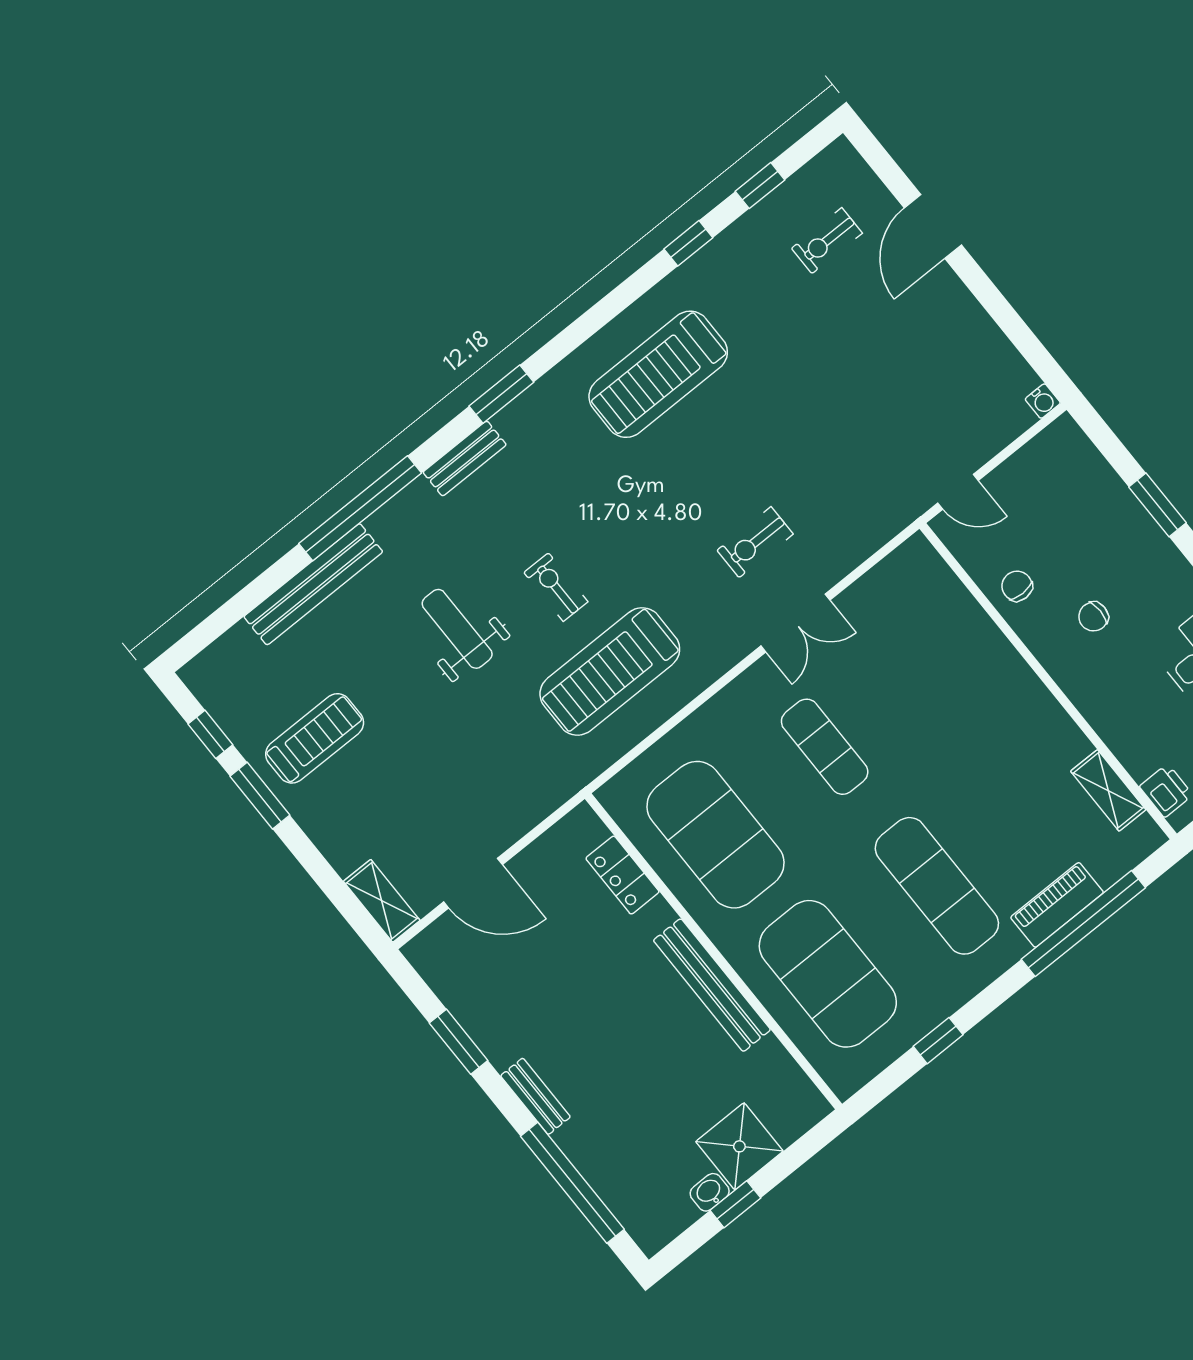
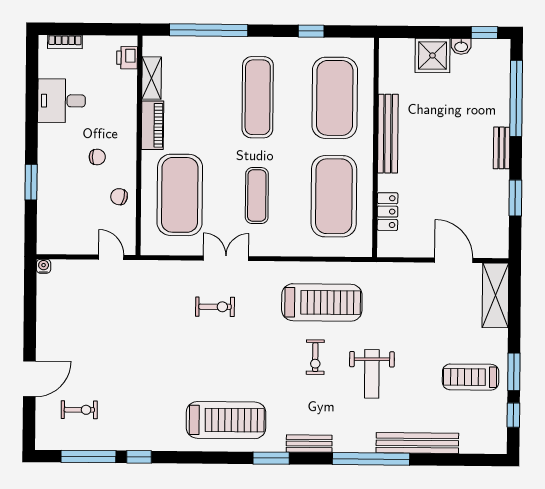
window: (760, 186) -> (88, 456), width x2.17
treadmill: (658, 374) -> (226, 420), moved
chair: (1017, 586) -> (119, 197), turned 103
exercise mat: (934, 659) -> (180, 195), added
shelving: (382, 901) -> (495, 295), width x1.50, depth x1.33
piano: (1057, 905) -> (153, 125), moved, turned -90
window: (735, 1204) -> (484, 33), moved

